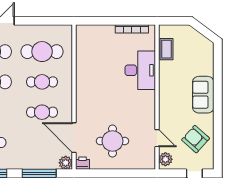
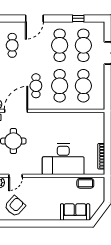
desk: (140, 70) -> (63, 159), width x1.36, depth x1.30
cafe table: (42, 82) -> (60, 86), width x1.37, depth x1.35
sofa: (203, 95) -> (75, 212), moved

